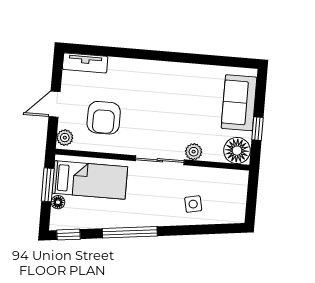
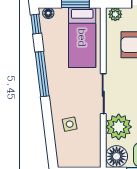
plant: (194, 152) -> (119, 127), width x1.88, depth x1.88
floor lamp: (58, 202) -> (48, 13), moved

